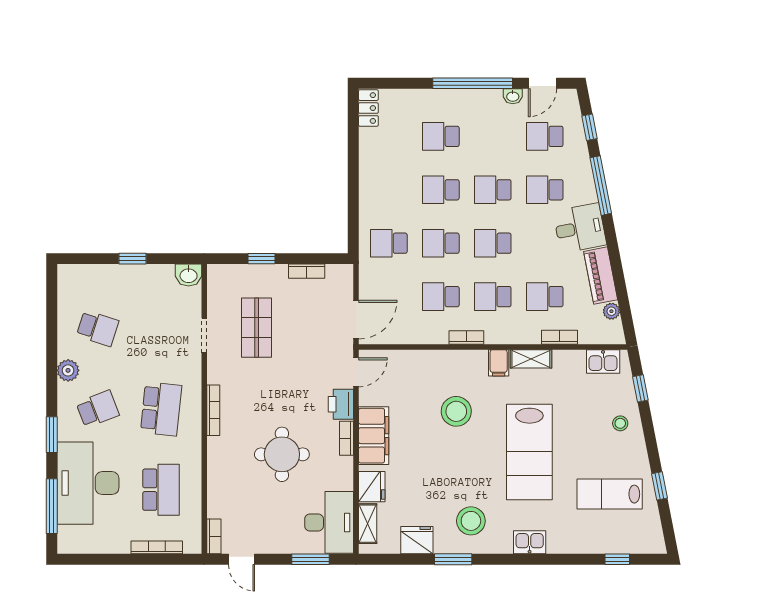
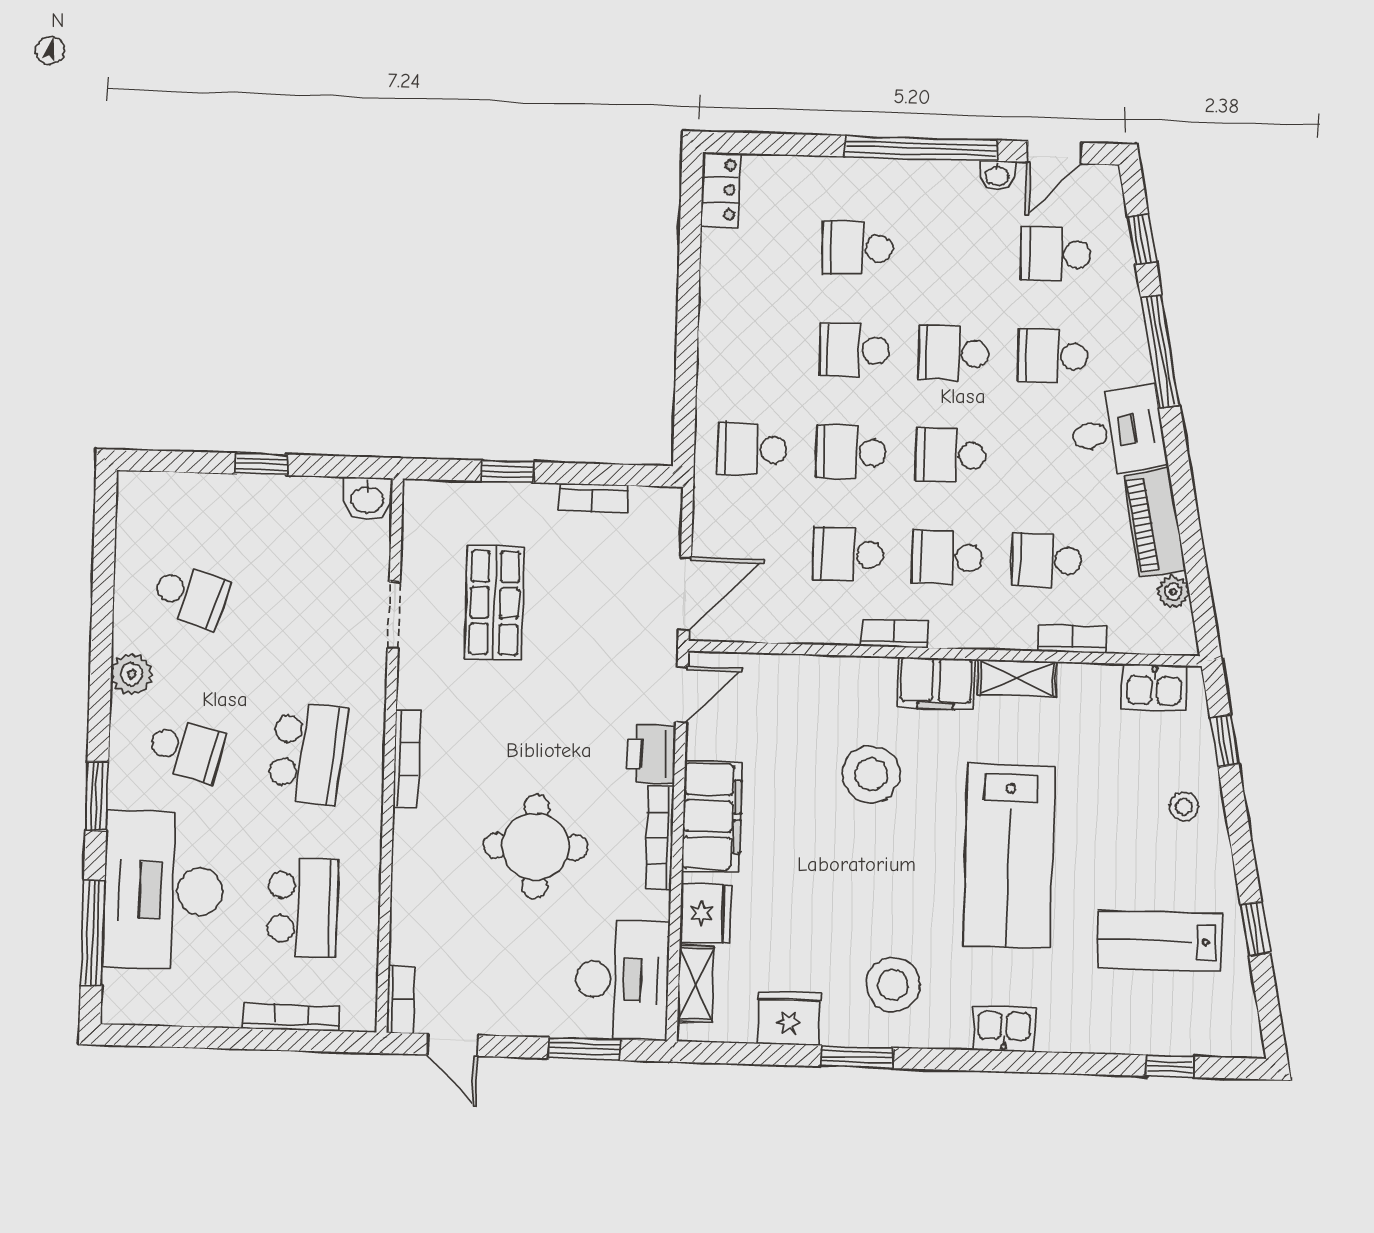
filing cabinet: (499, 363) -> (936, 683), width x2.00
school desk: (98, 409) -> (186, 749), turned 36
bookcase: (347, 438) -> (660, 838), width x1.56

